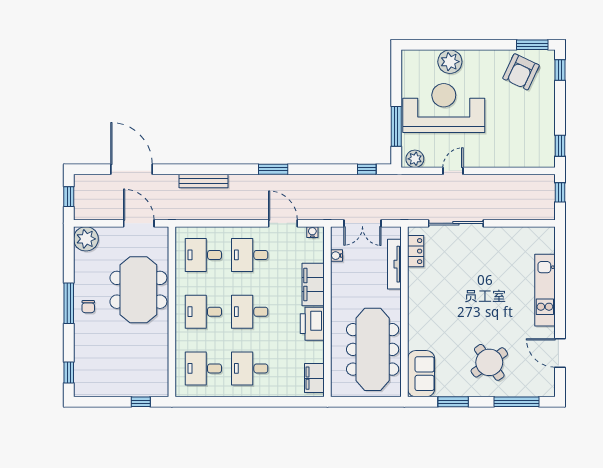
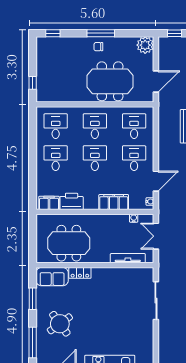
locker: (416, 251) -> (80, 273), moved
printer: (312, 324) -> (72, 201), moved
meeting table: (373, 349) -> (69, 243), width x0.73

